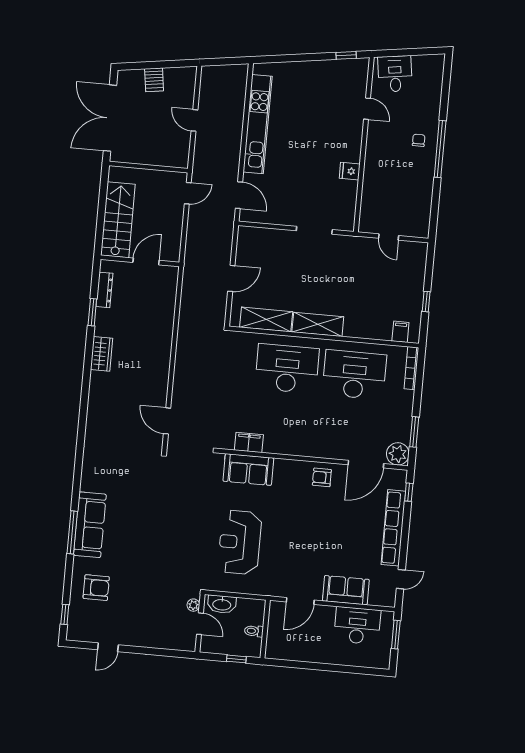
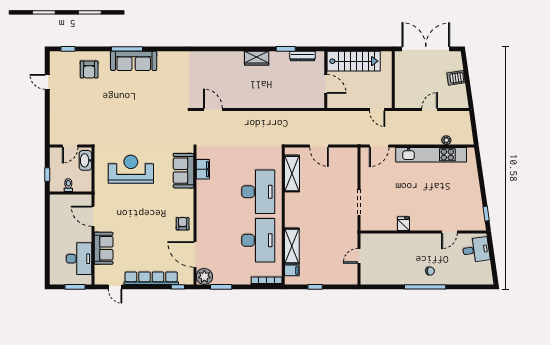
shelving: (318, 324) -> (292, 246), moved
door: (167, 421) -> (213, 109), hinge flipped
plant: (193, 605) -> (446, 140), moved

